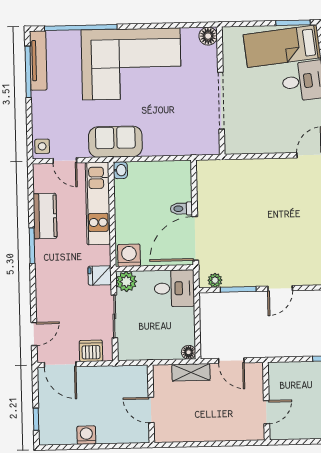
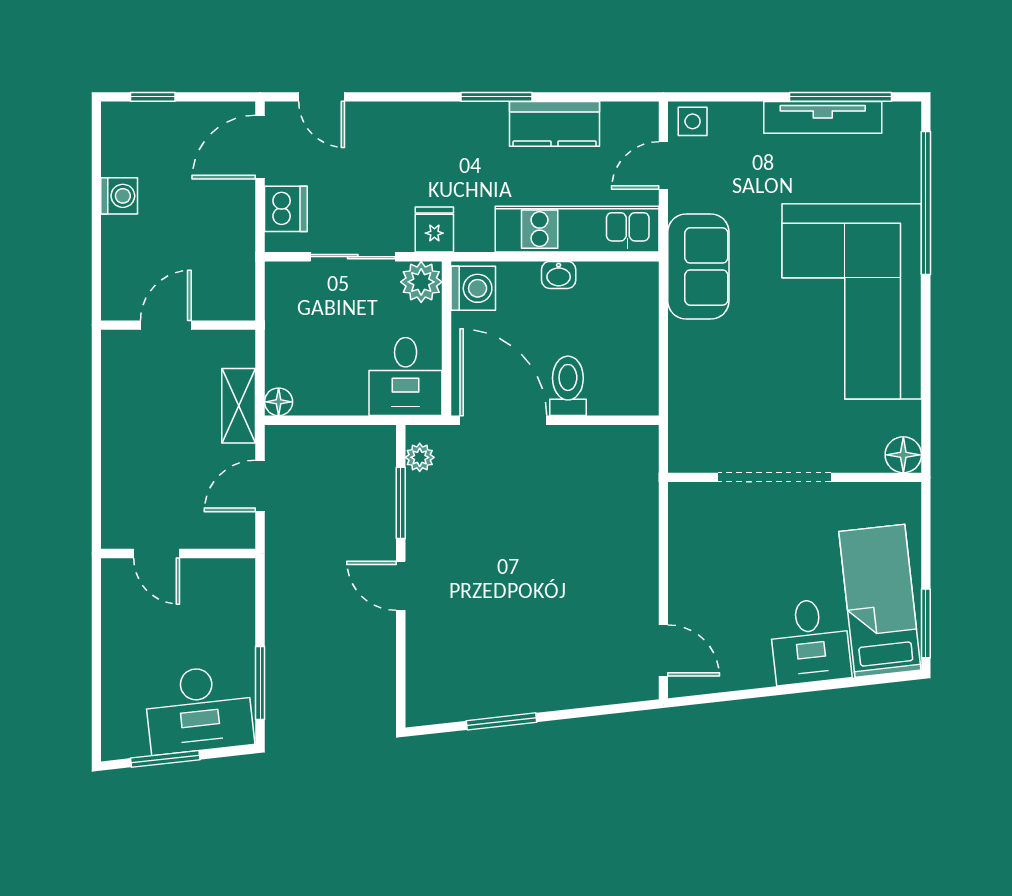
tv unit: (38, 61) -> (823, 117), moved
washbasin: (120, 170) -> (559, 275), moved
toilet: (181, 209) -> (568, 386), width x1.37, depth x1.39

